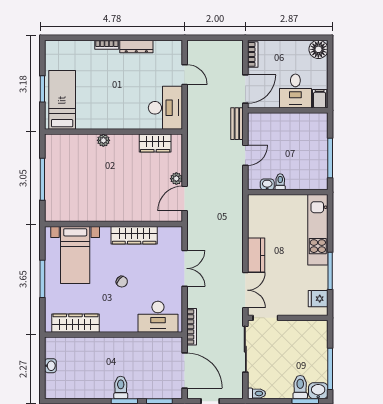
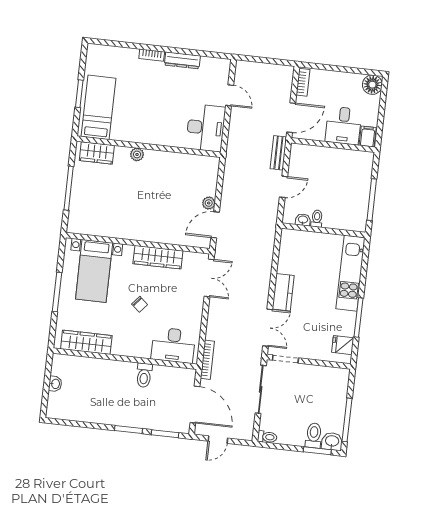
wardrobe: (155, 143) -> (97, 153), moved
double door: (185, 268) -> (209, 278), moved
toilet: (121, 388) -> (144, 375), moved, turned 180

